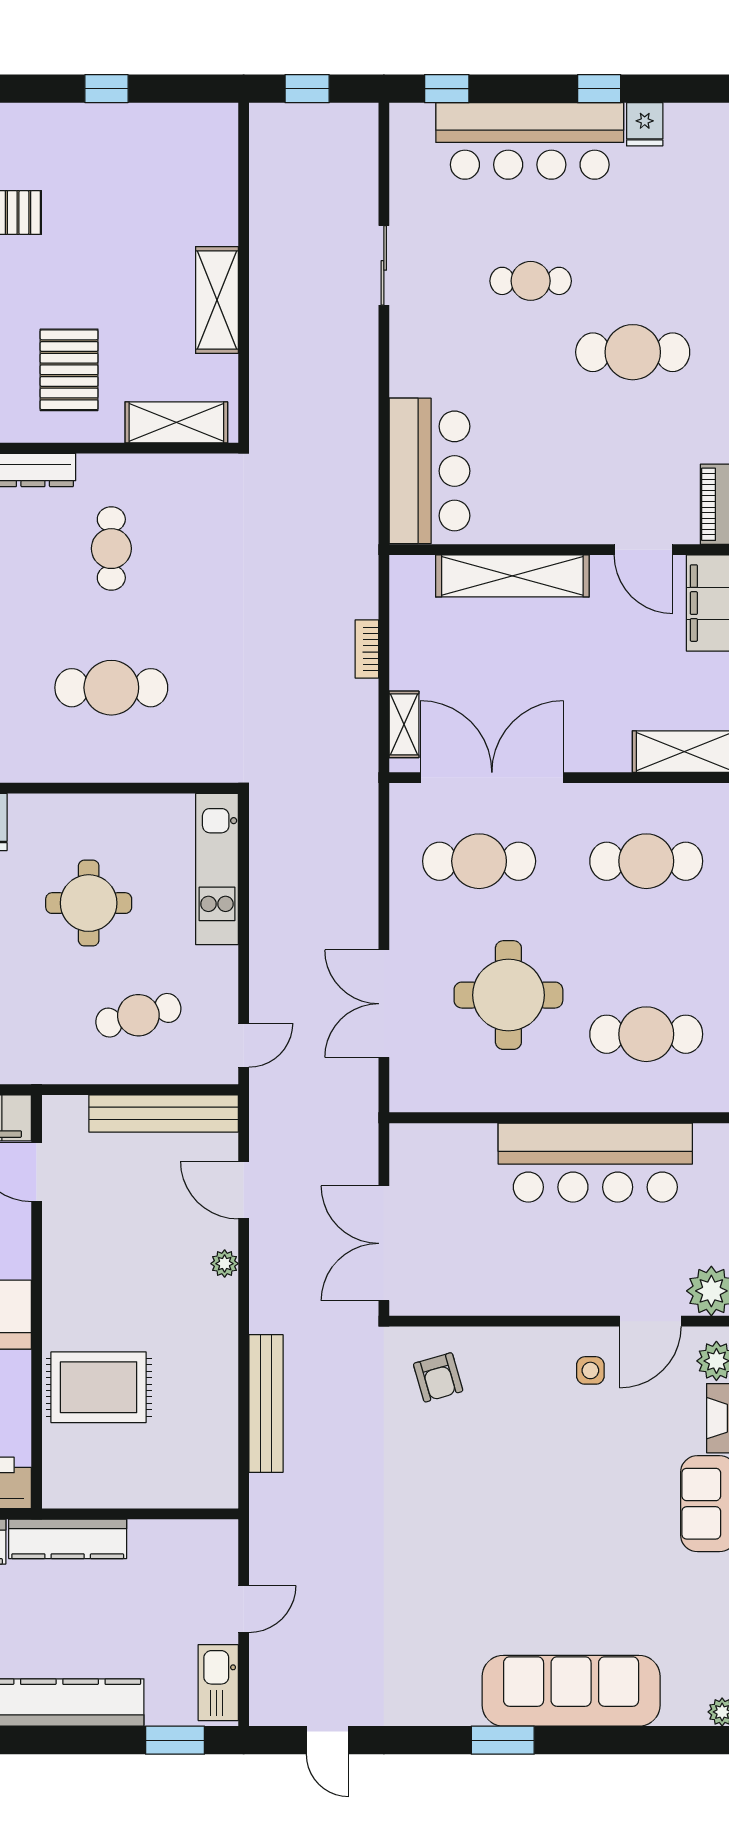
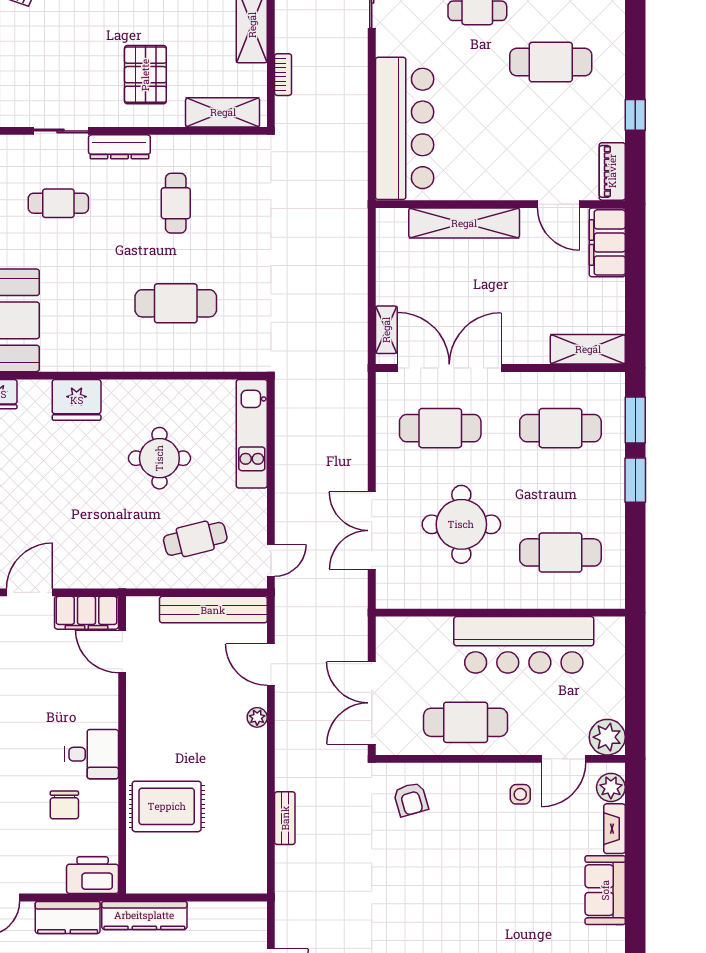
bar counter: (429, 471) -> (405, 128), width x1.36
bookcase: (367, 649) -> (283, 75), moved, turned 180
cafe table: (514, 1270) -> (466, 722), added
bench: (266, 1404) -> (285, 818), width x0.54, depth x0.82

